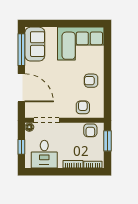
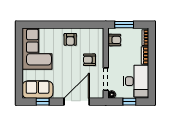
window: (21, 50) -> (43, 102), width x0.46
armchair: (83, 107) -> (89, 60), moved
desk: (44, 154) -> (136, 81), width x1.37

